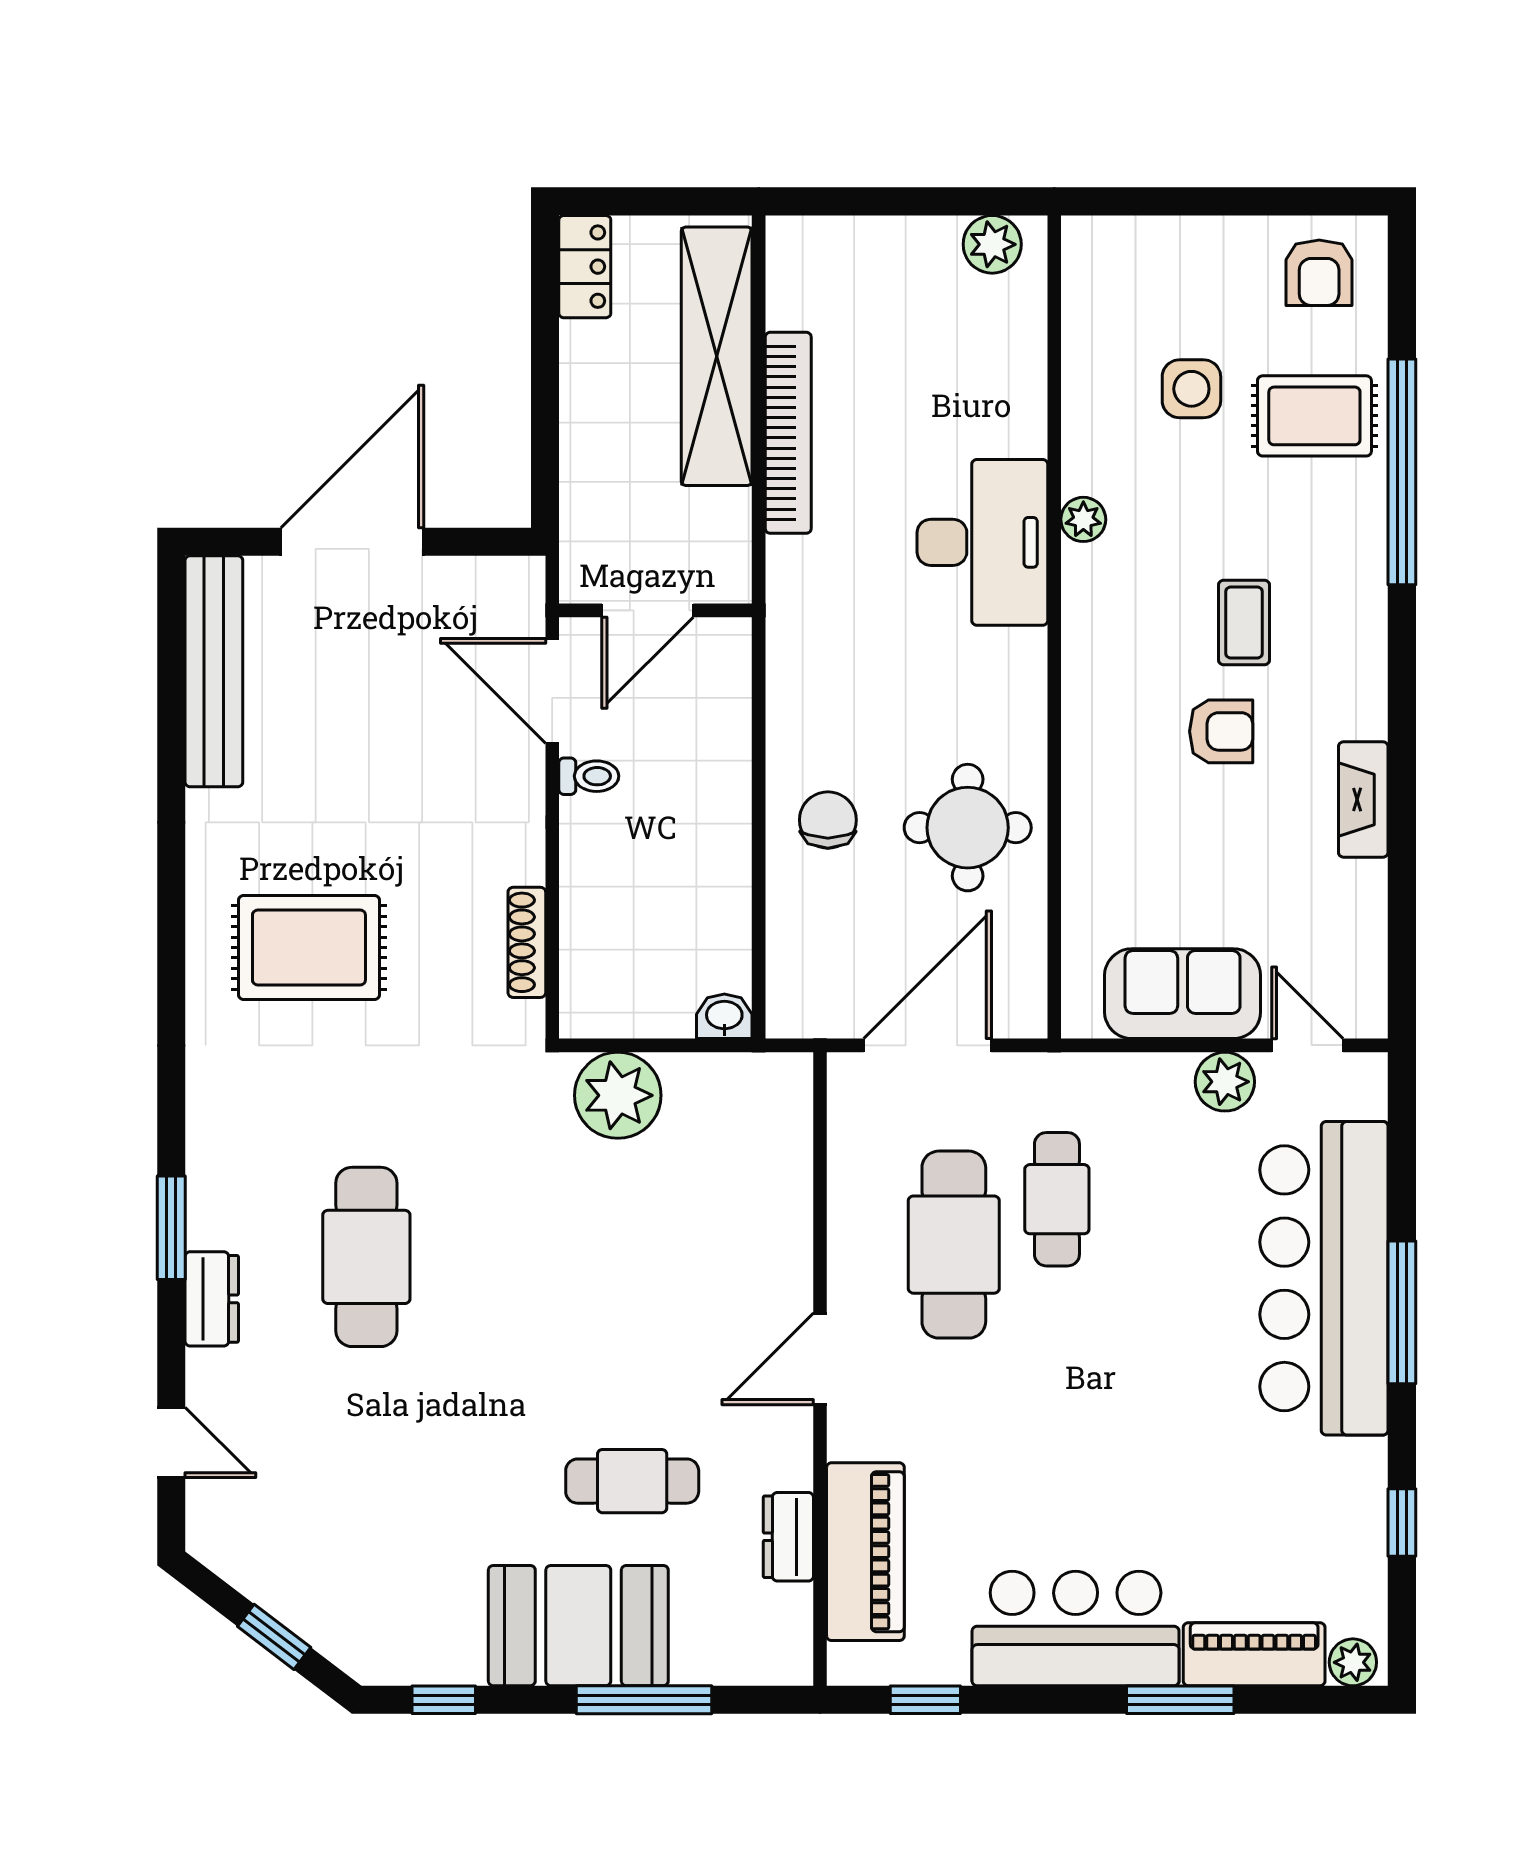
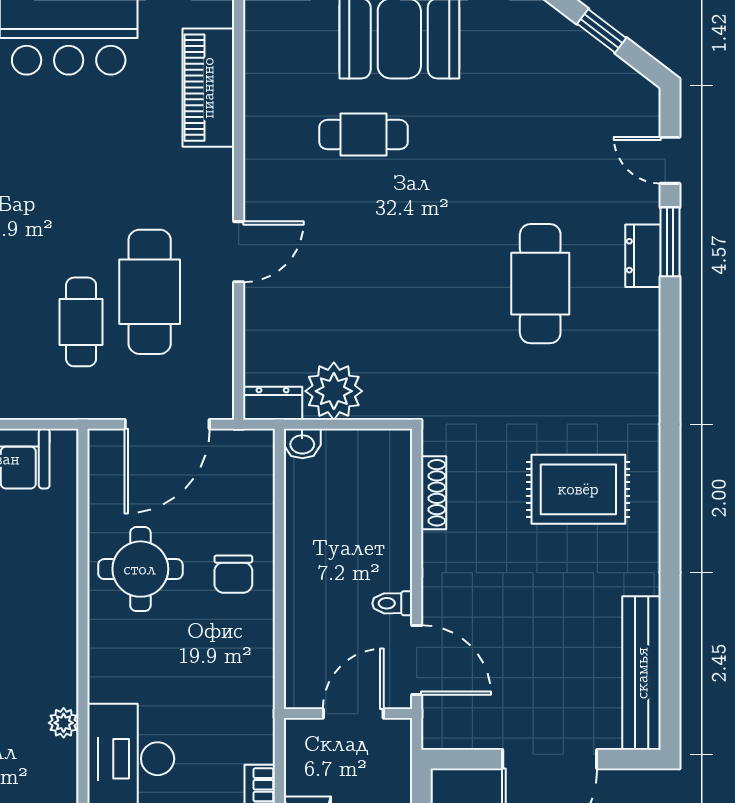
plant: (1083, 519) -> (64, 723), moved
plant: (618, 1095) -> (334, 391), moved
window: (171, 1228) -> (670, 242), moved
door: (820, 1359) -> (239, 252), moved
dresser: (788, 1537) -> (273, 403), moved, turned -90

